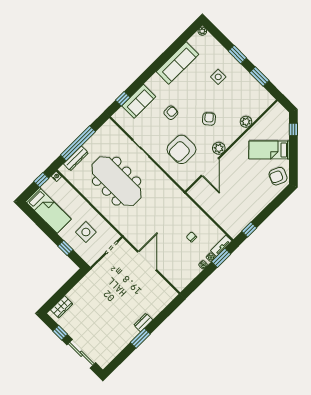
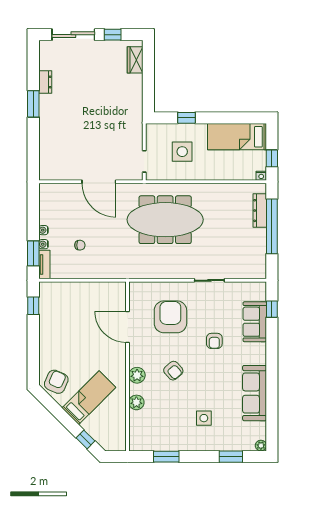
window: (237, 55) -> (231, 457), moved
plant: (219, 148) -> (137, 375), moved
meeting table: (117, 181) -> (165, 220), moved
dresser: (143, 322) -> (45, 82), moved

